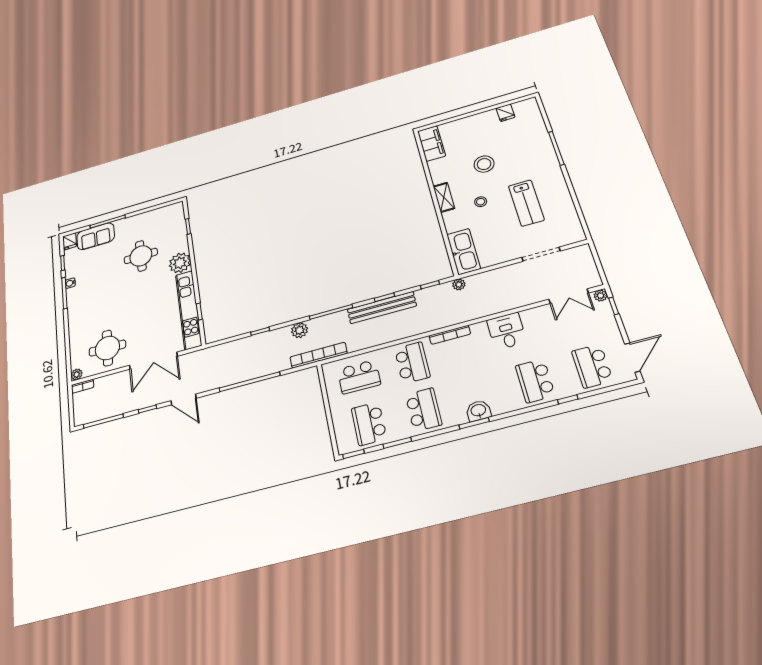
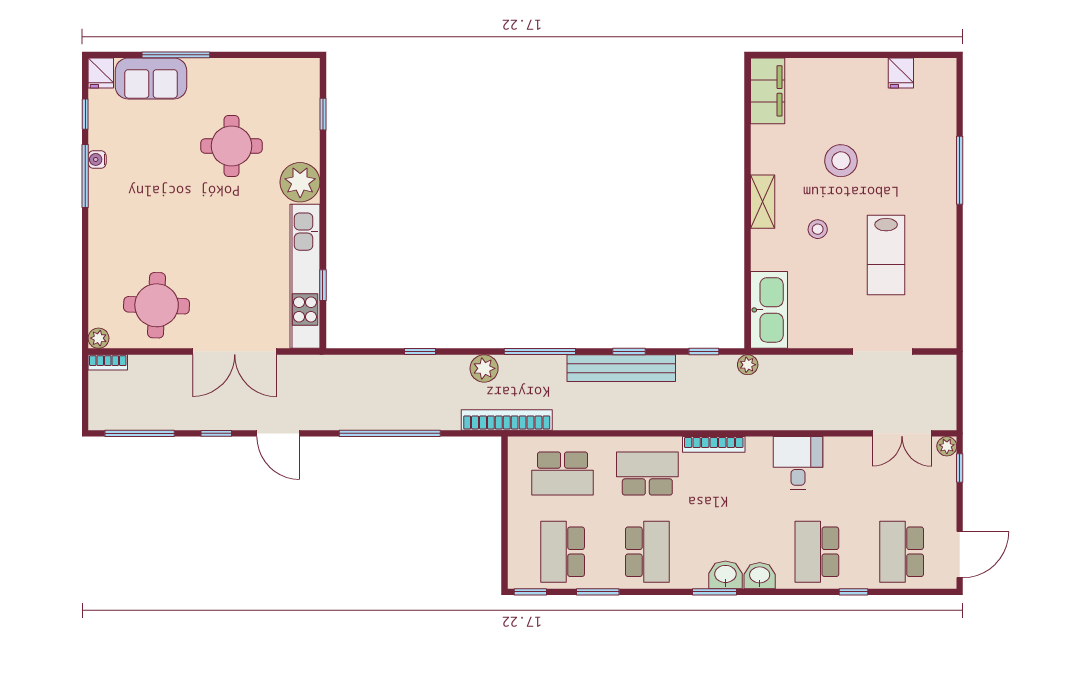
school desk: (412, 363) -> (647, 474), turned -90
washbasin: (501, 405) -> (760, 576), added

